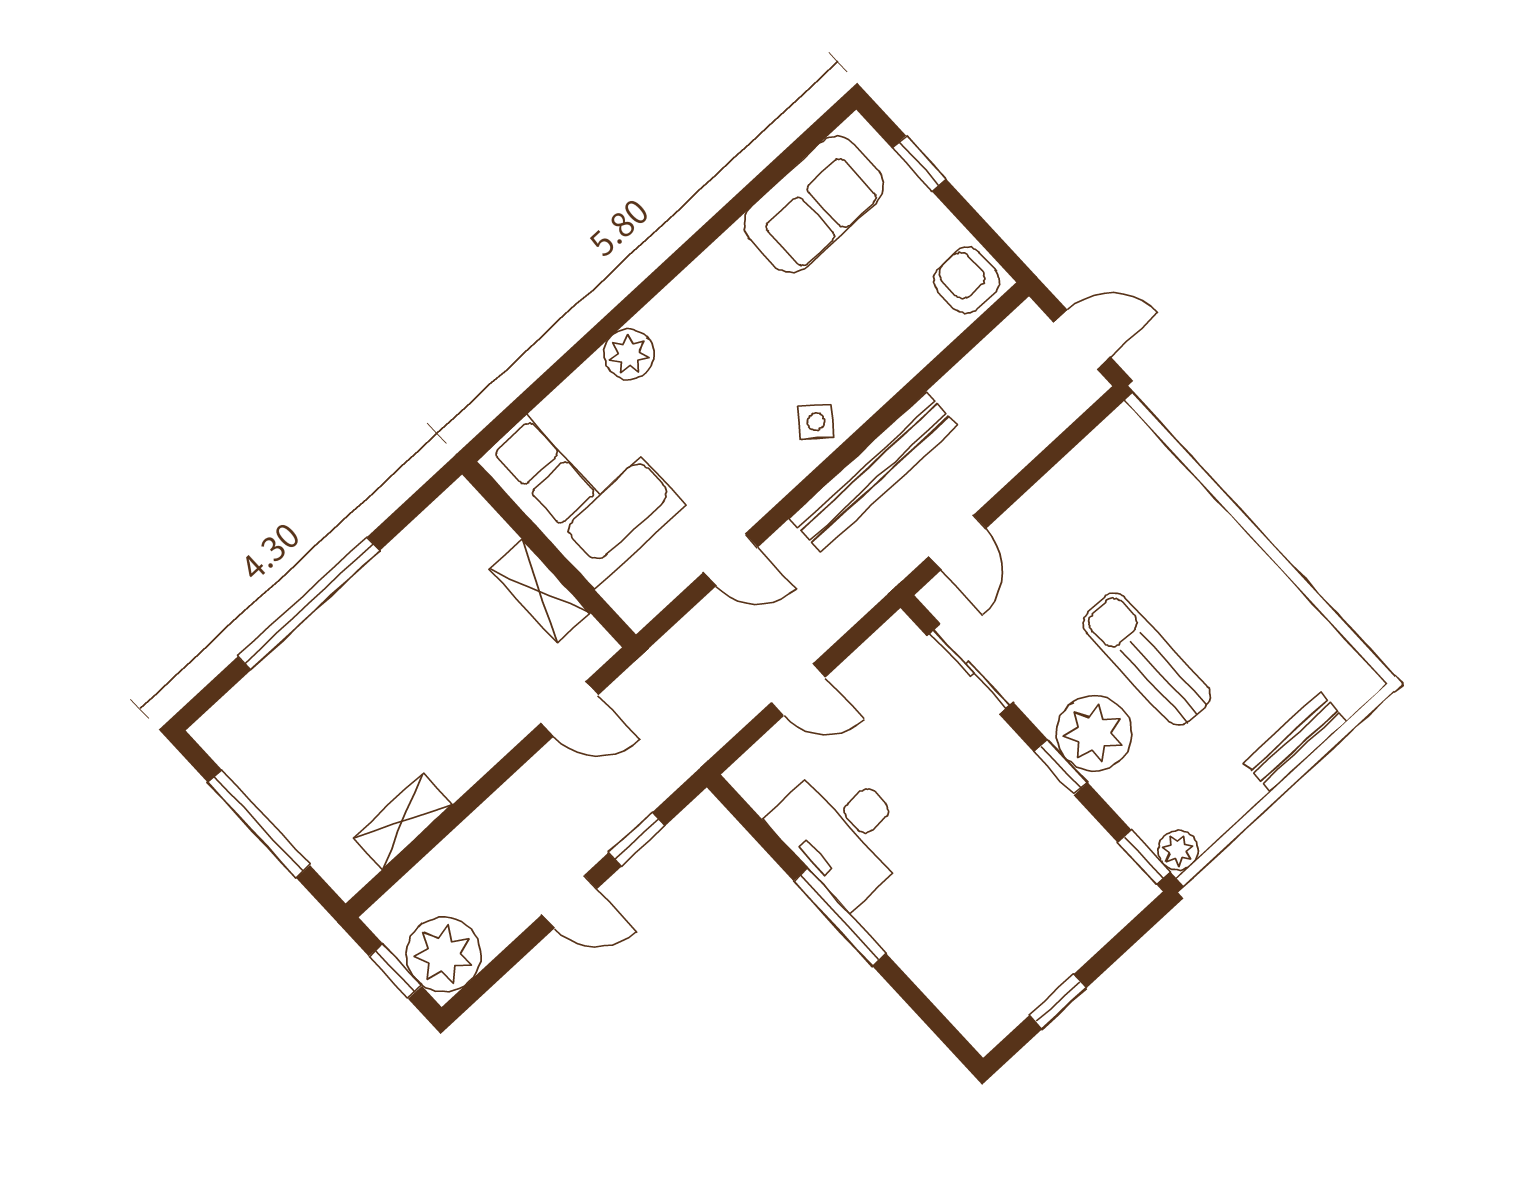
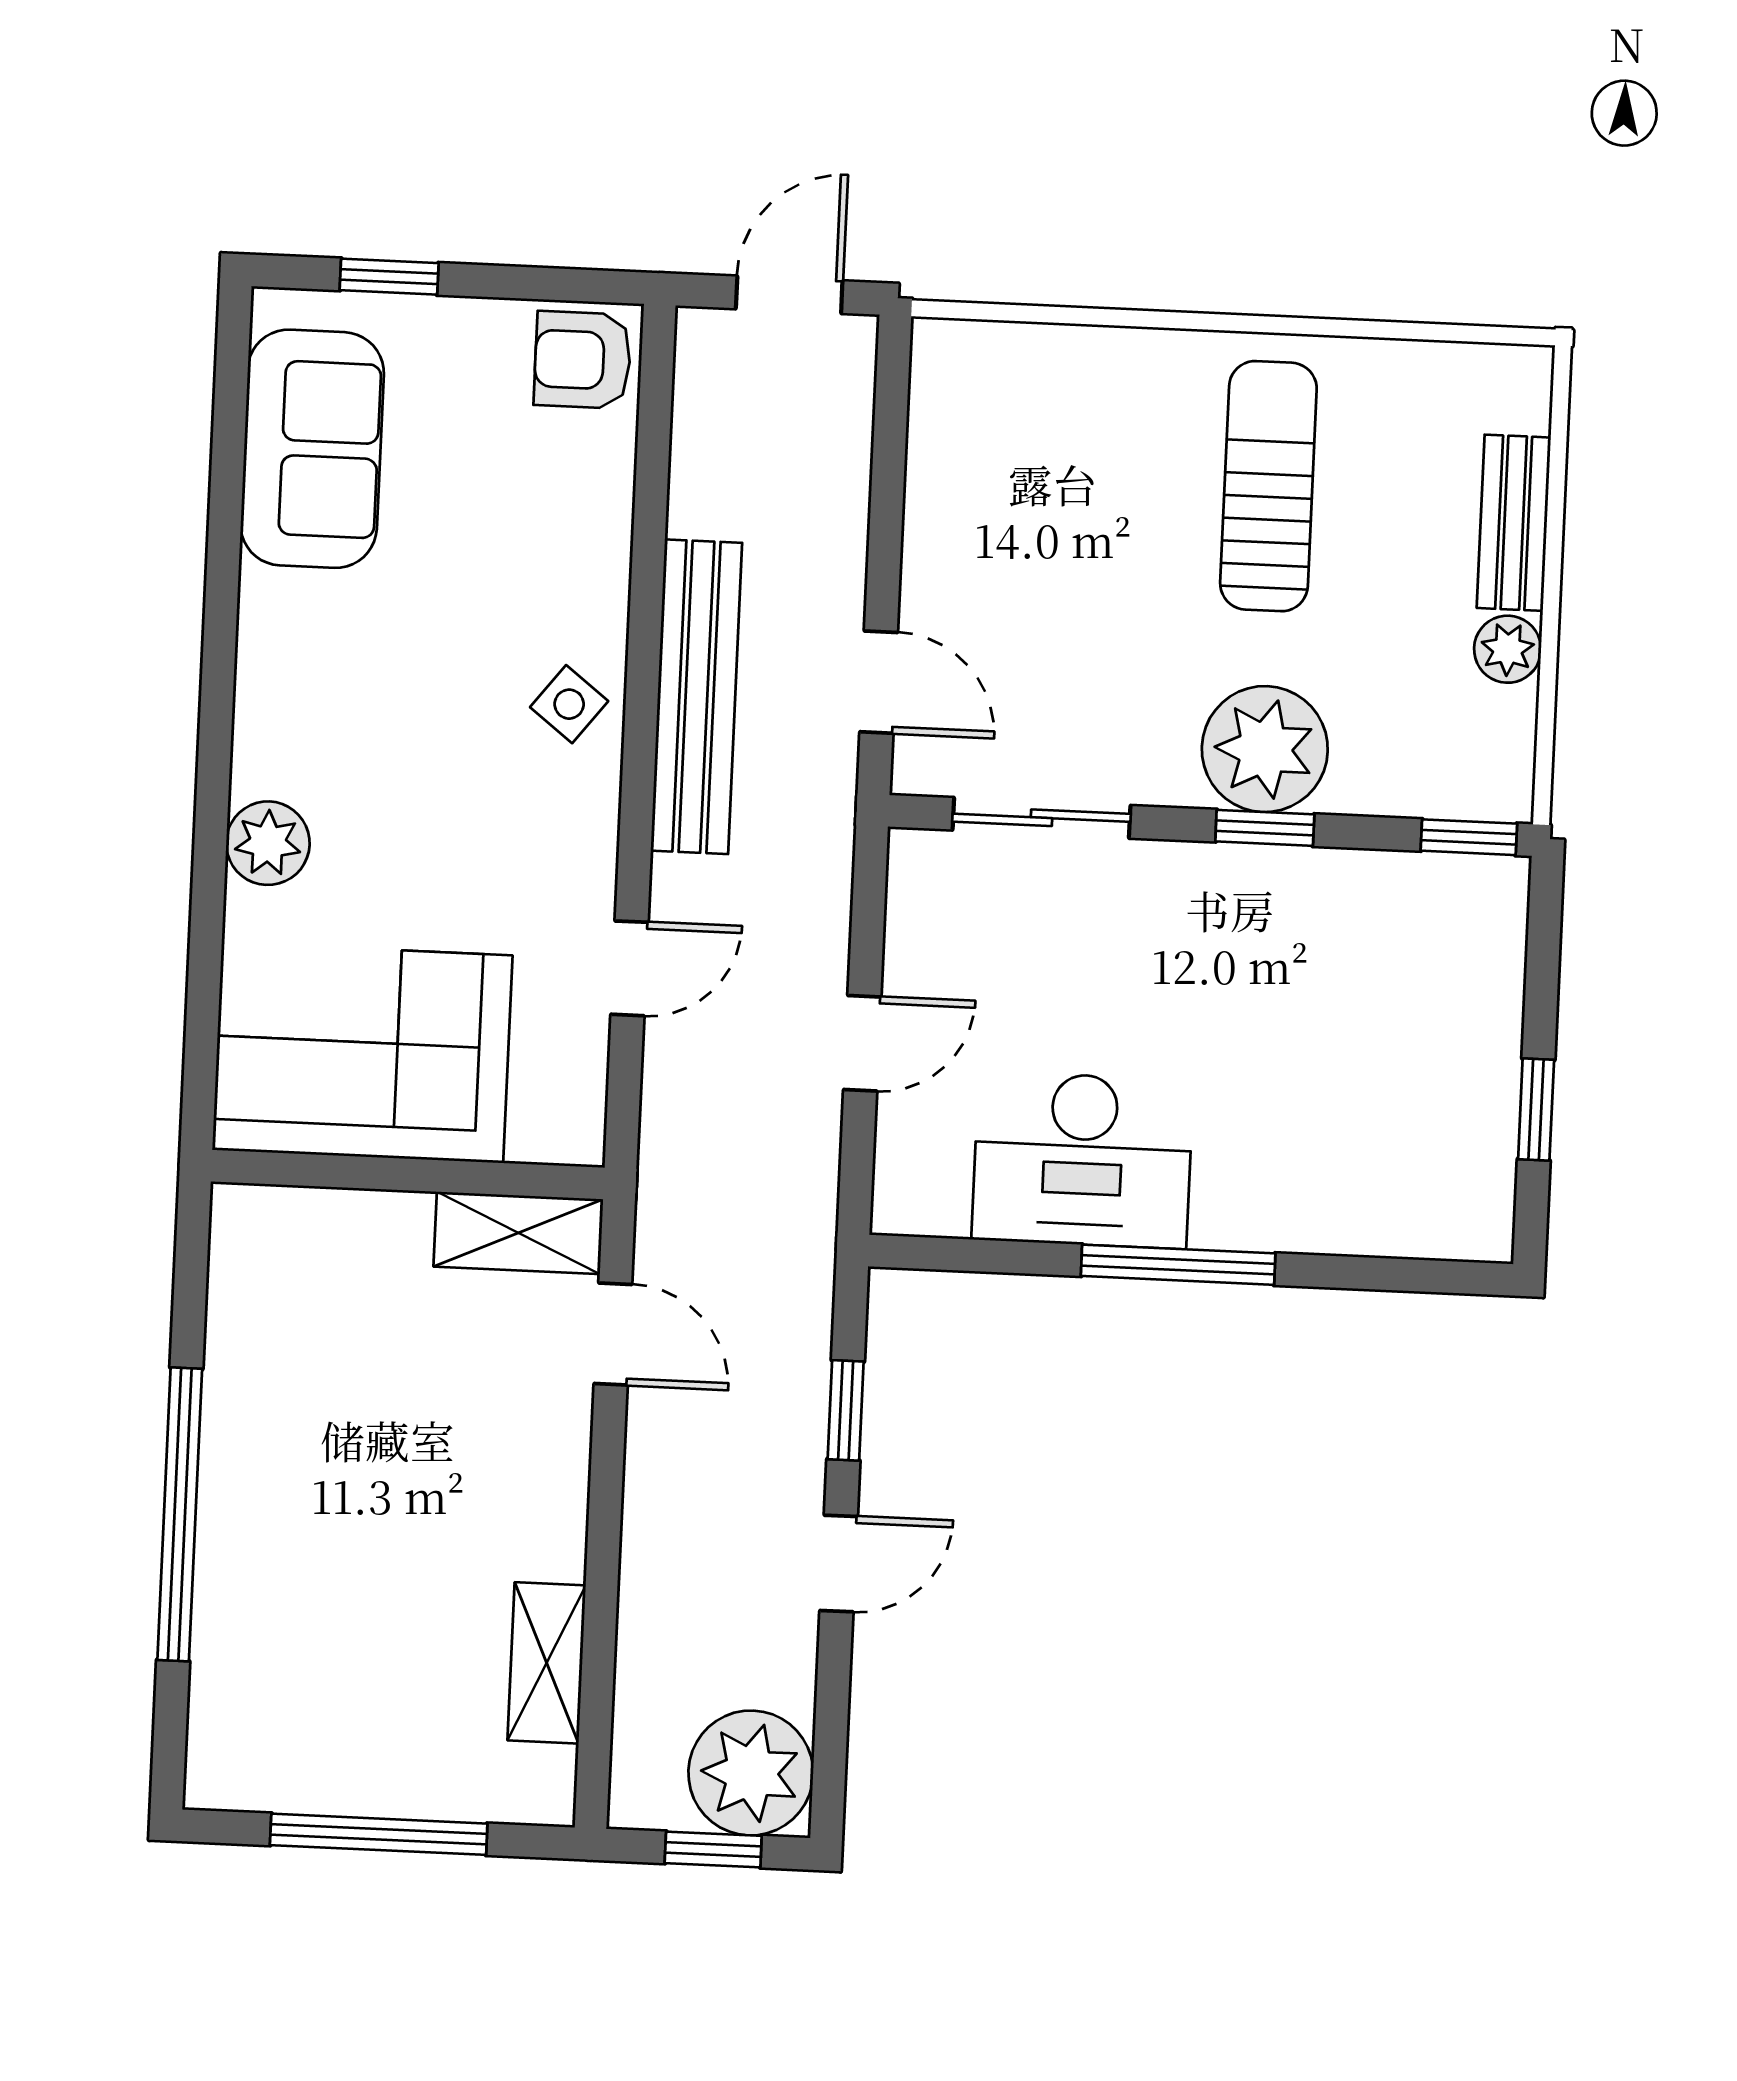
shelving: (540, 591) -> (518, 1233), moved
sun lounger: (1147, 659) -> (1268, 486), moved, turned 90
door: (570, 709) -> (613, 1334), hinge flipped
plant: (1178, 850) -> (1508, 649), moved

